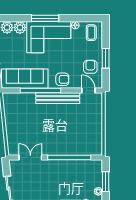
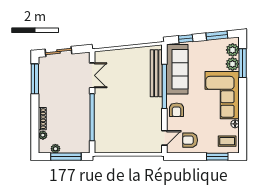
window: (45, 18) -> (243, 63), moved
window: (106, 58) -> (217, 157), moved
armchair: (90, 67) -> (190, 140), turned 180
bench: (58, 98) -> (156, 73), moved
window: (106, 182) -> (66, 157), width x1.44

